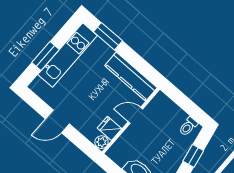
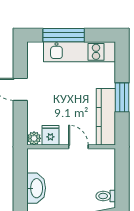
window: (108, 36) -> (122, 97), moved
window: (46, 56) -> (64, 35), width x1.44

